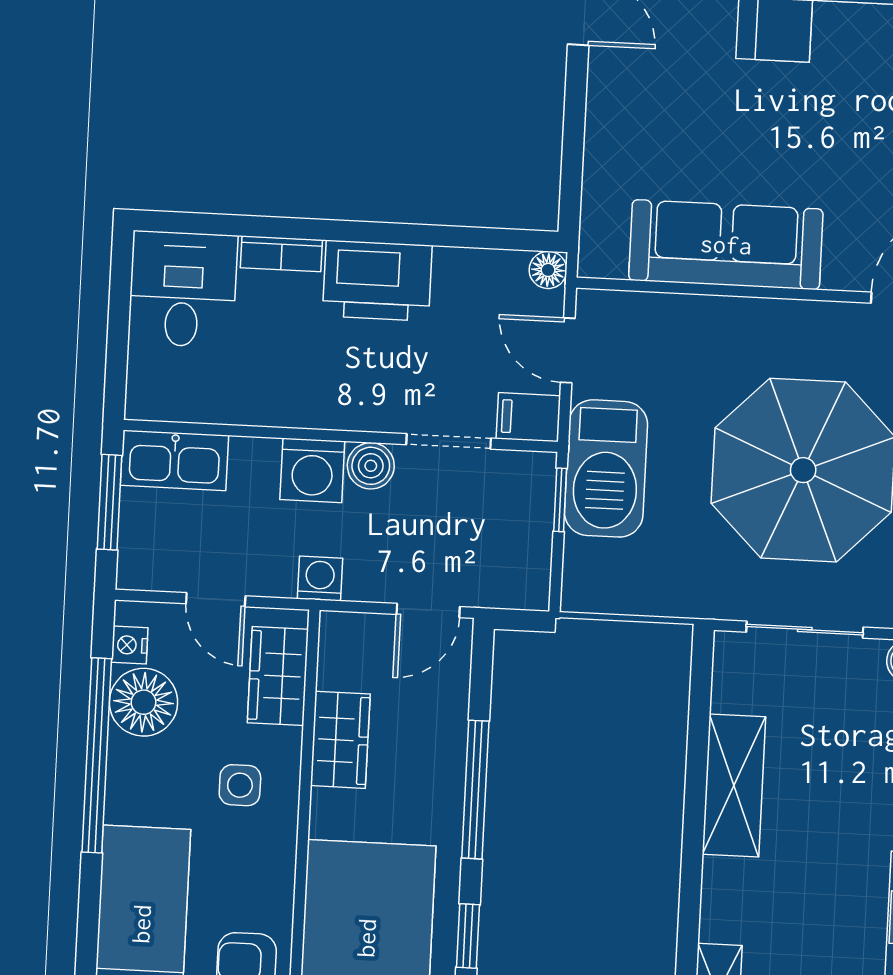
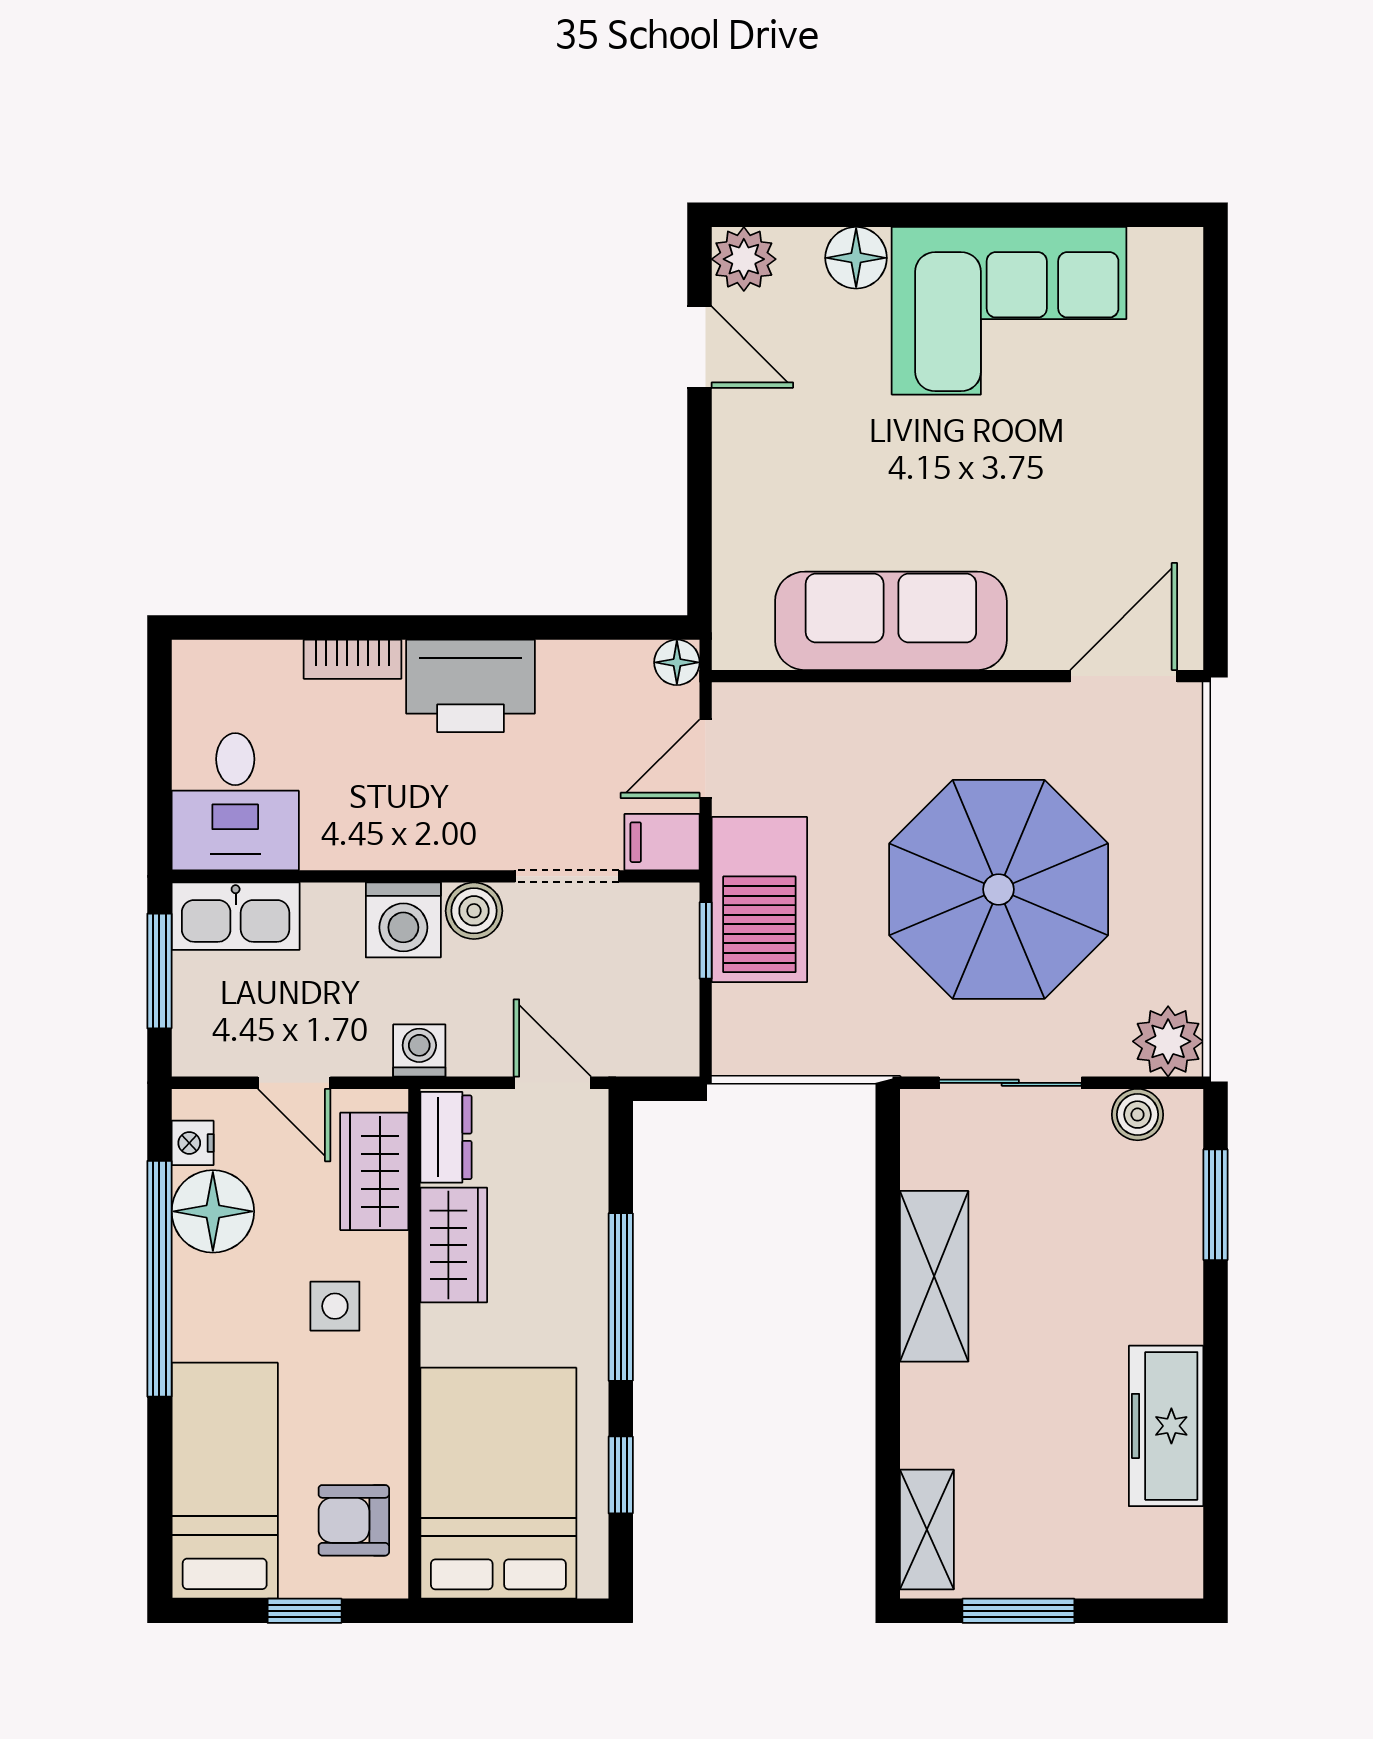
desk: (183, 289) -> (235, 802), moved, turned 180
door: (568, 350) -> (706, 759), hinge flipped
door: (428, 611) -> (552, 1083), swing flipped
dresser: (338, 651) -> (446, 1137), added

